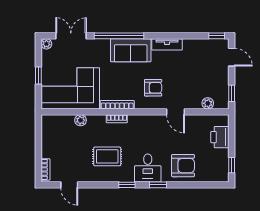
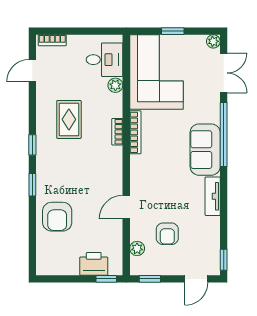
armchair: (153, 88) -> (167, 234), moved
window: (232, 165) -> (106, 279), moved
desk: (148, 168) -> (104, 60), moved, turned 180

